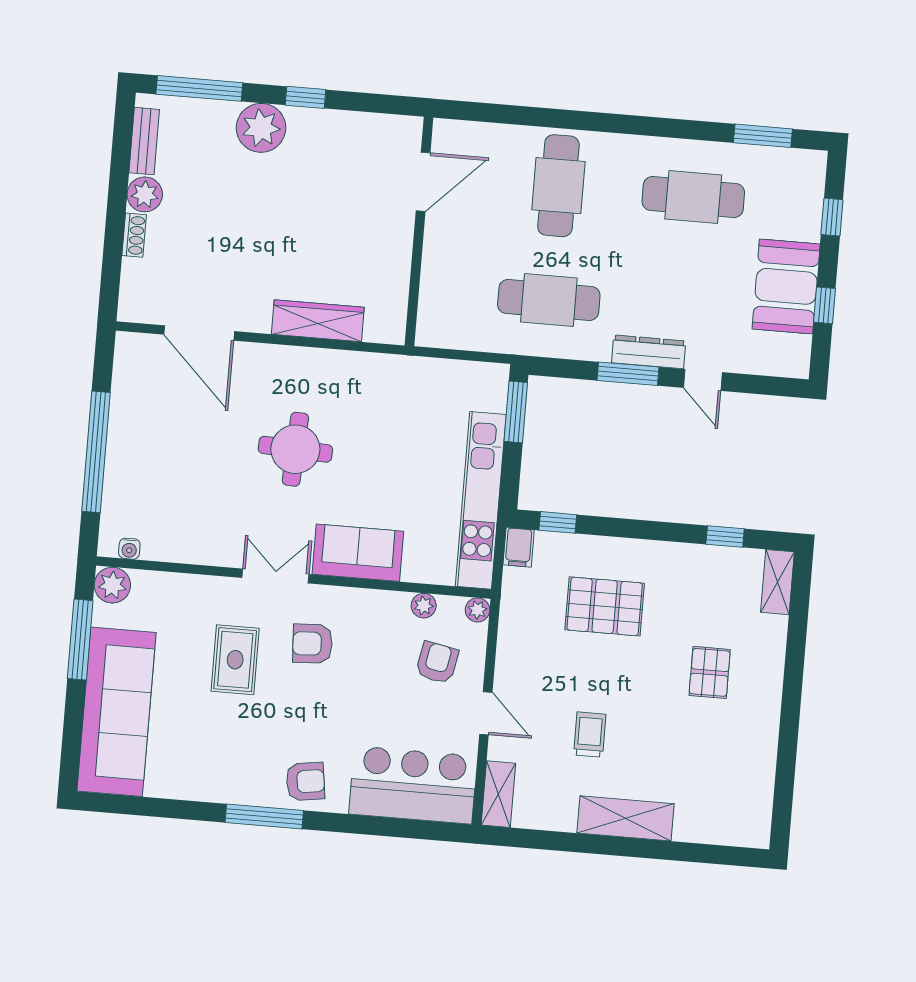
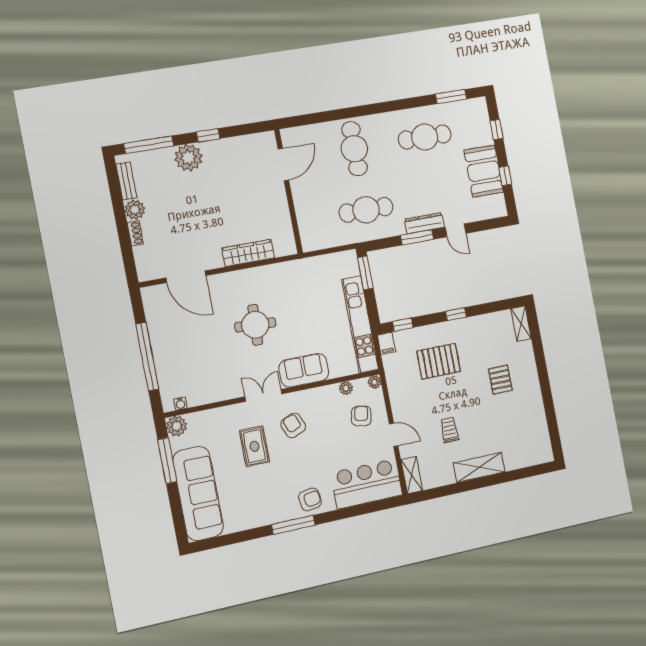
window: (725, 536) -> (456, 314), moved
armchair: (312, 644) -> (293, 425), turned 71

